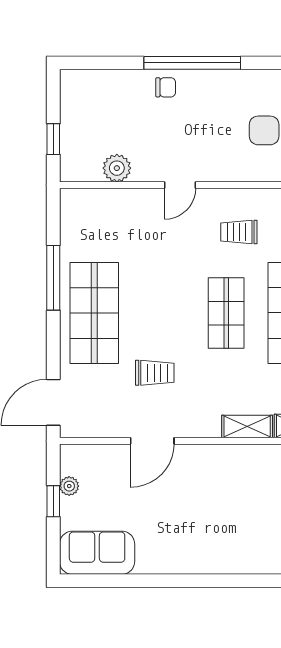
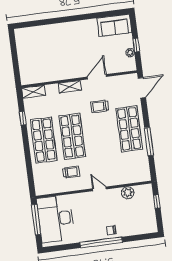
door: (180, 185) -> (99, 189), hinge flipped
shop shelf: (226, 313) -> (72, 136), width x1.43, depth x1.36
shelving: (247, 426) -> (70, 87), moved

